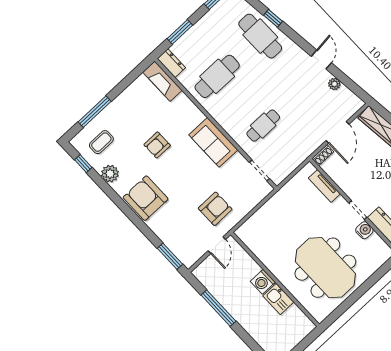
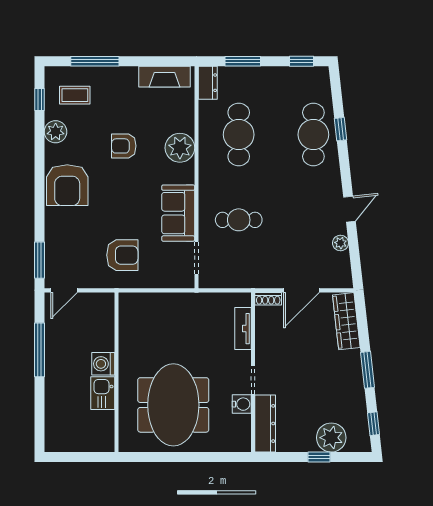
cafe table: (217, 76) -> (239, 135), turned 90
fireplace: (162, 81) -> (164, 77), moved, turned -90
plant: (190, 116) -> (180, 148), added
sofa: (213, 142) -> (178, 213), moved
armchair: (146, 198) -> (67, 185), turned 180
door: (217, 245) -> (64, 290), moved

